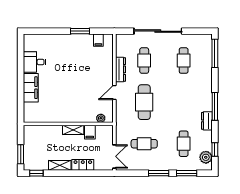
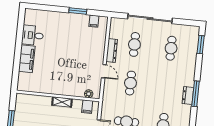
window: (215, 53) -> (201, 45), width x0.69
door: (114, 93) -> (104, 71), swing flipped
cafe table: (144, 102) -> (130, 83), width x0.73, depth x0.74
dresser: (207, 121) -> (188, 96), moved
filing cabinet: (90, 132) -> (87, 107), moved

